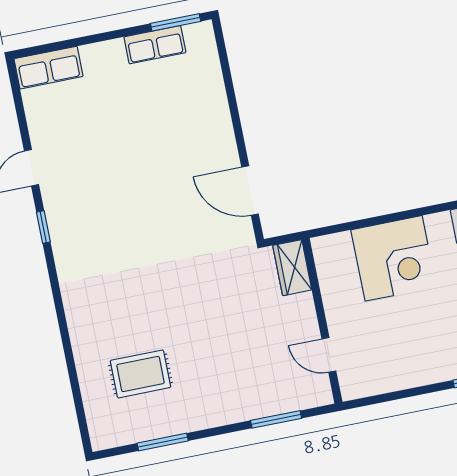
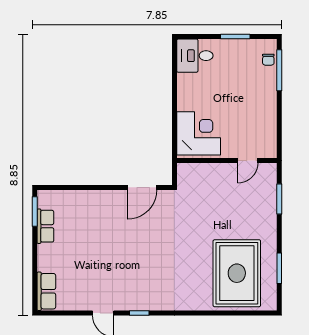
corner desk: (394, 258) -> (199, 133), moved
wardrobe: (292, 268) -> (192, 172), removed
rug: (140, 374) -> (237, 273), width x1.86, depth x2.06

